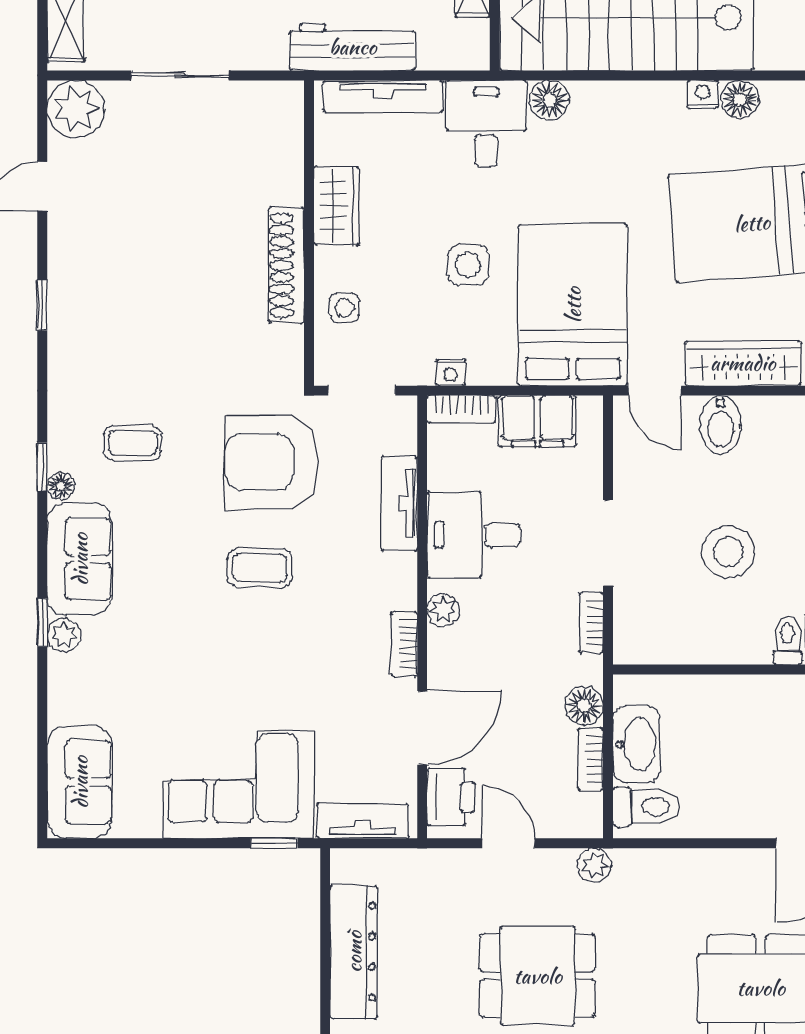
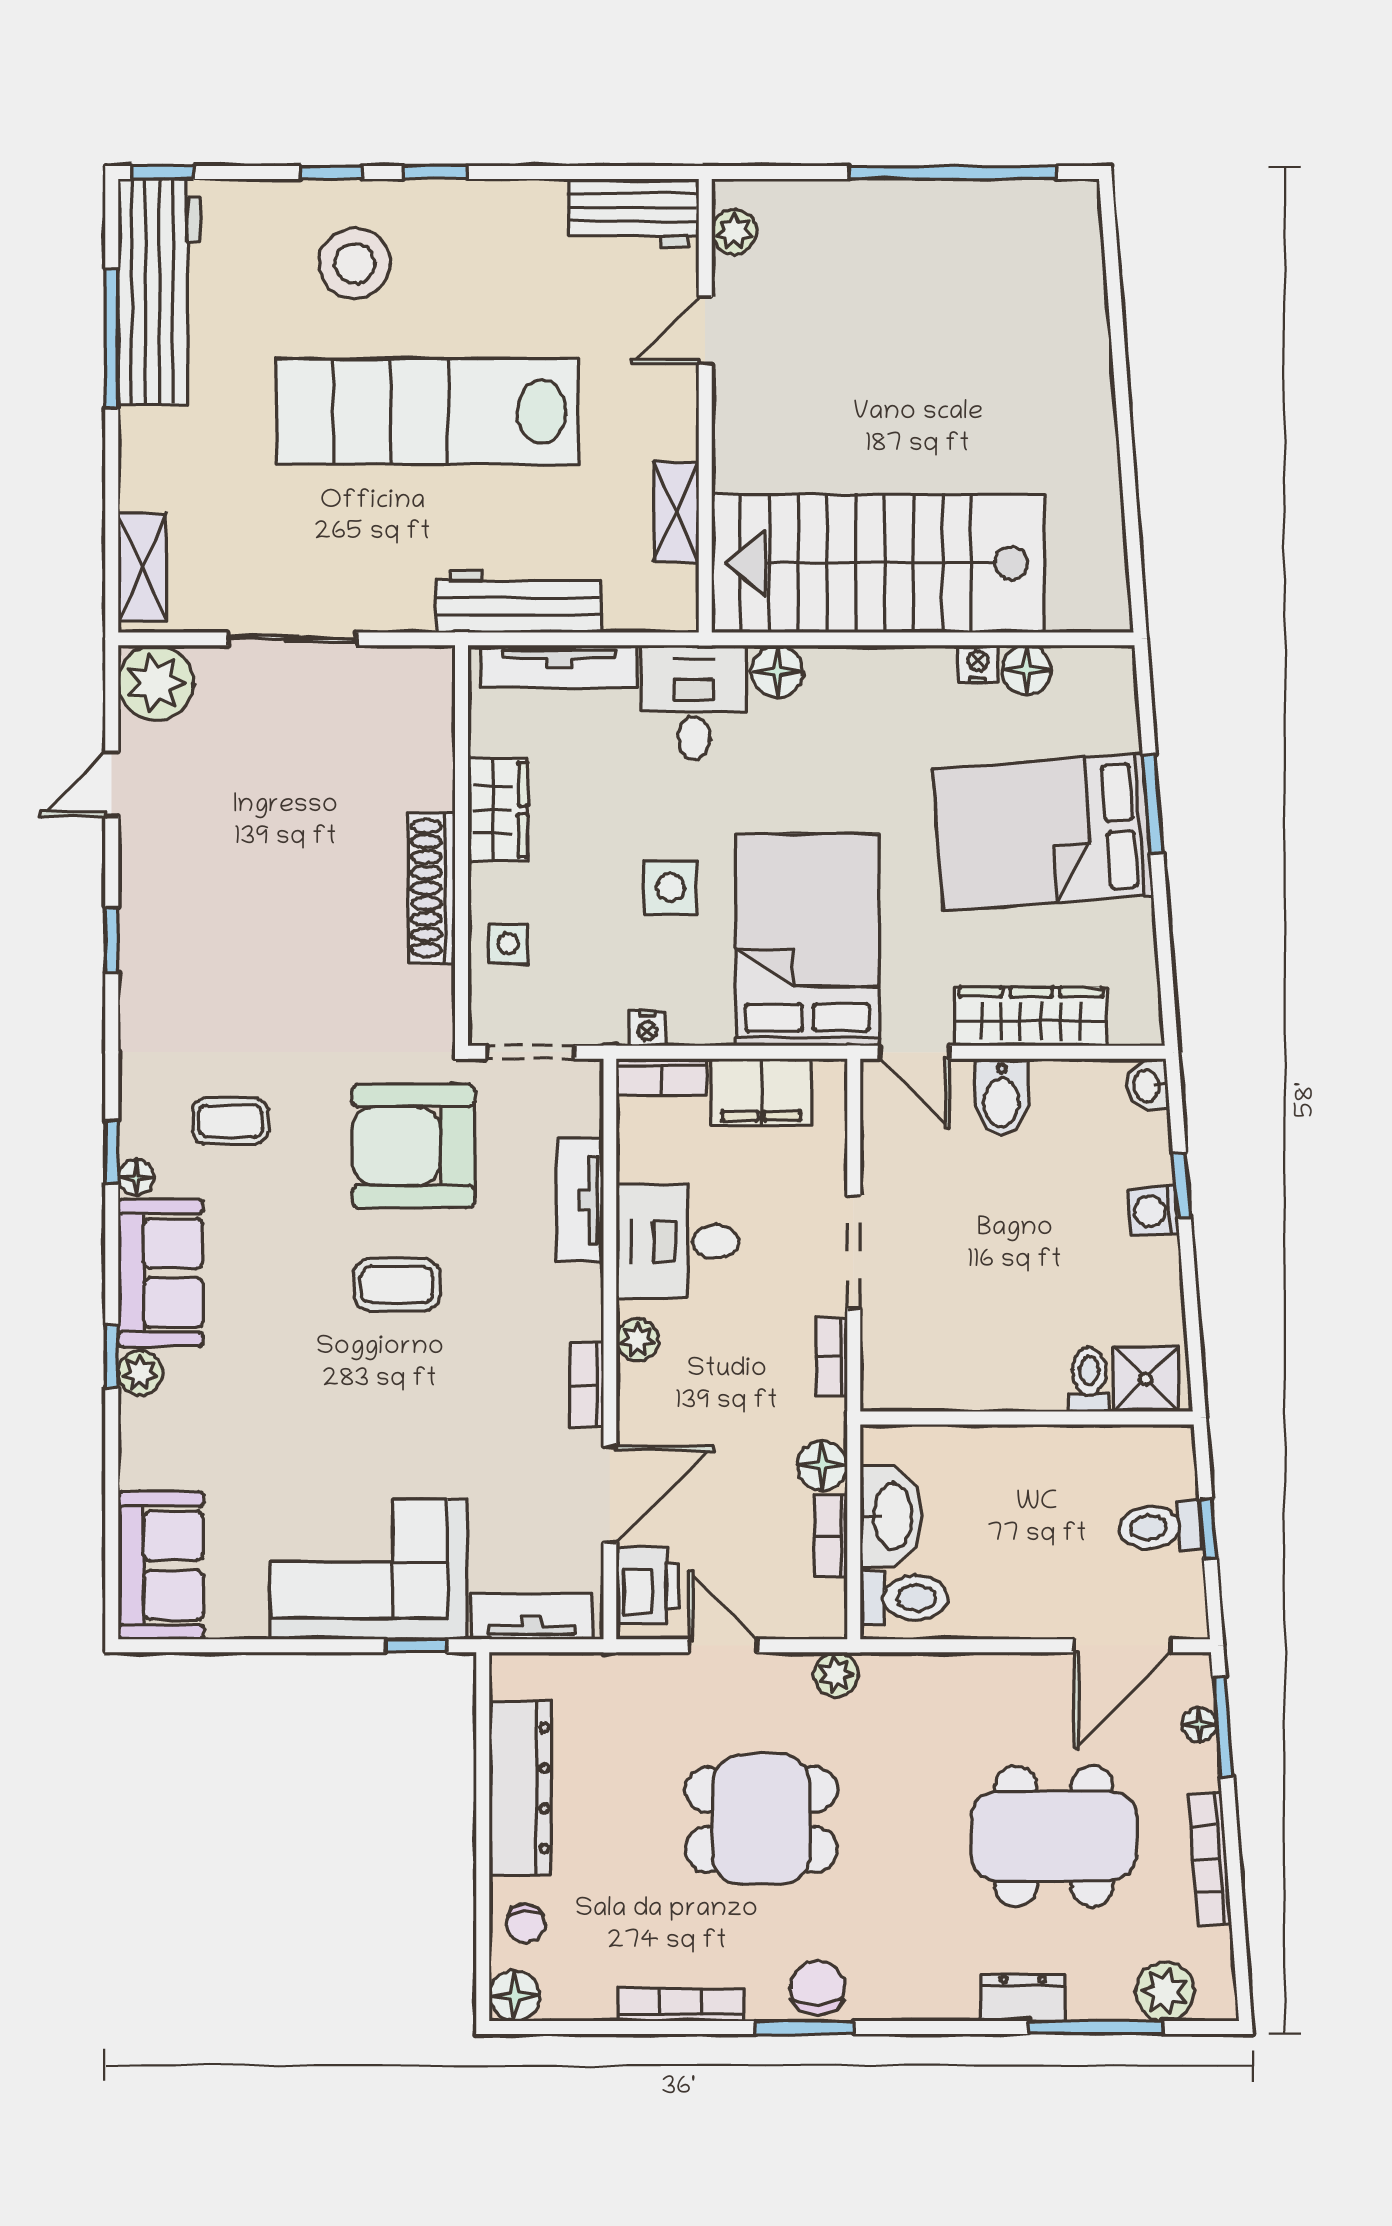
stool: (728, 552) -> (1011, 1264), removed

